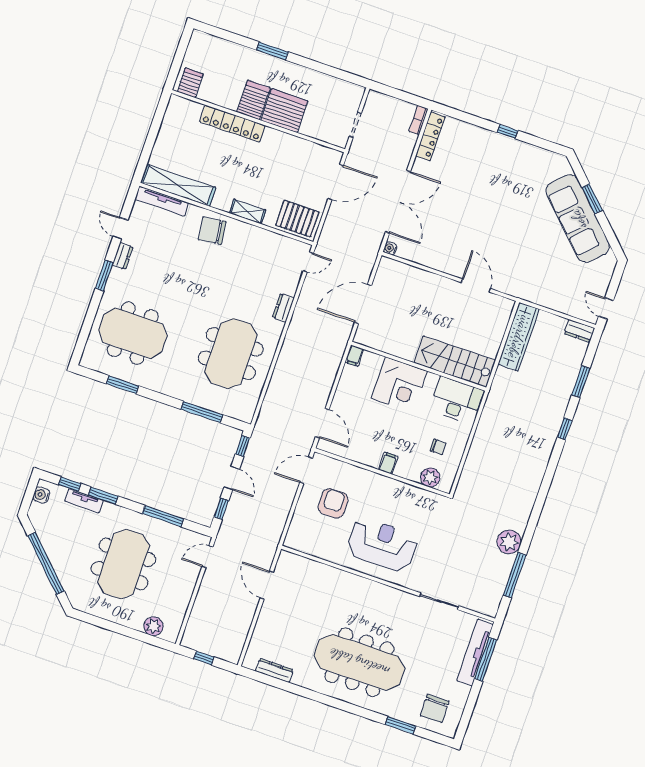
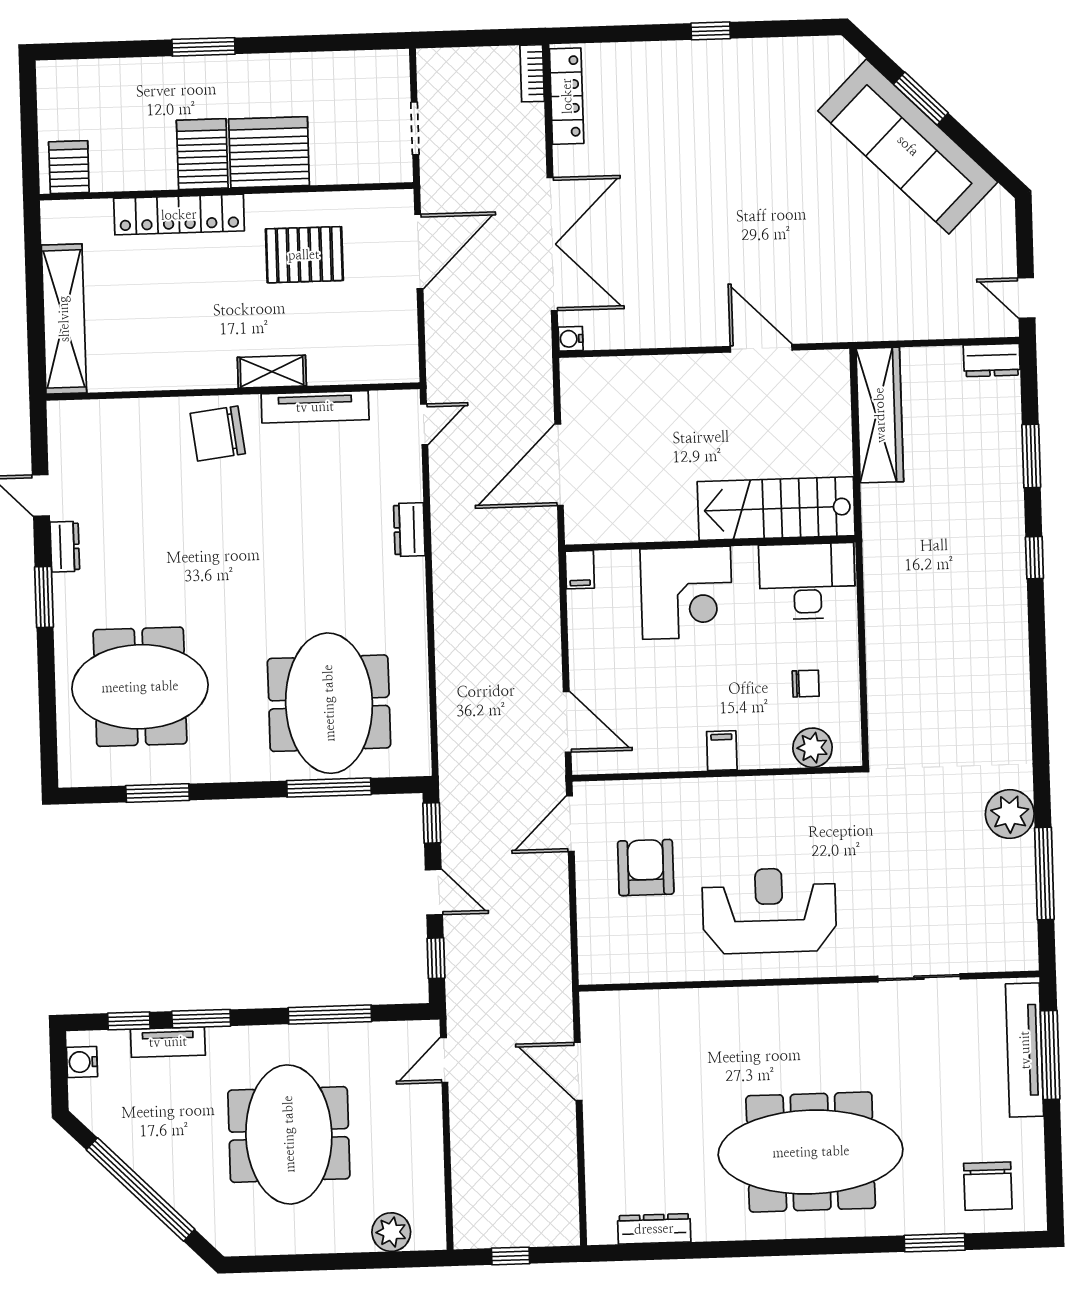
shelving: (178, 185) -> (64, 319), moved, turned 90
tv unit: (162, 201) -> (315, 407), moved
pallet: (297, 219) -> (304, 255), moved
meeting table: (231, 354) -> (329, 703), moved

